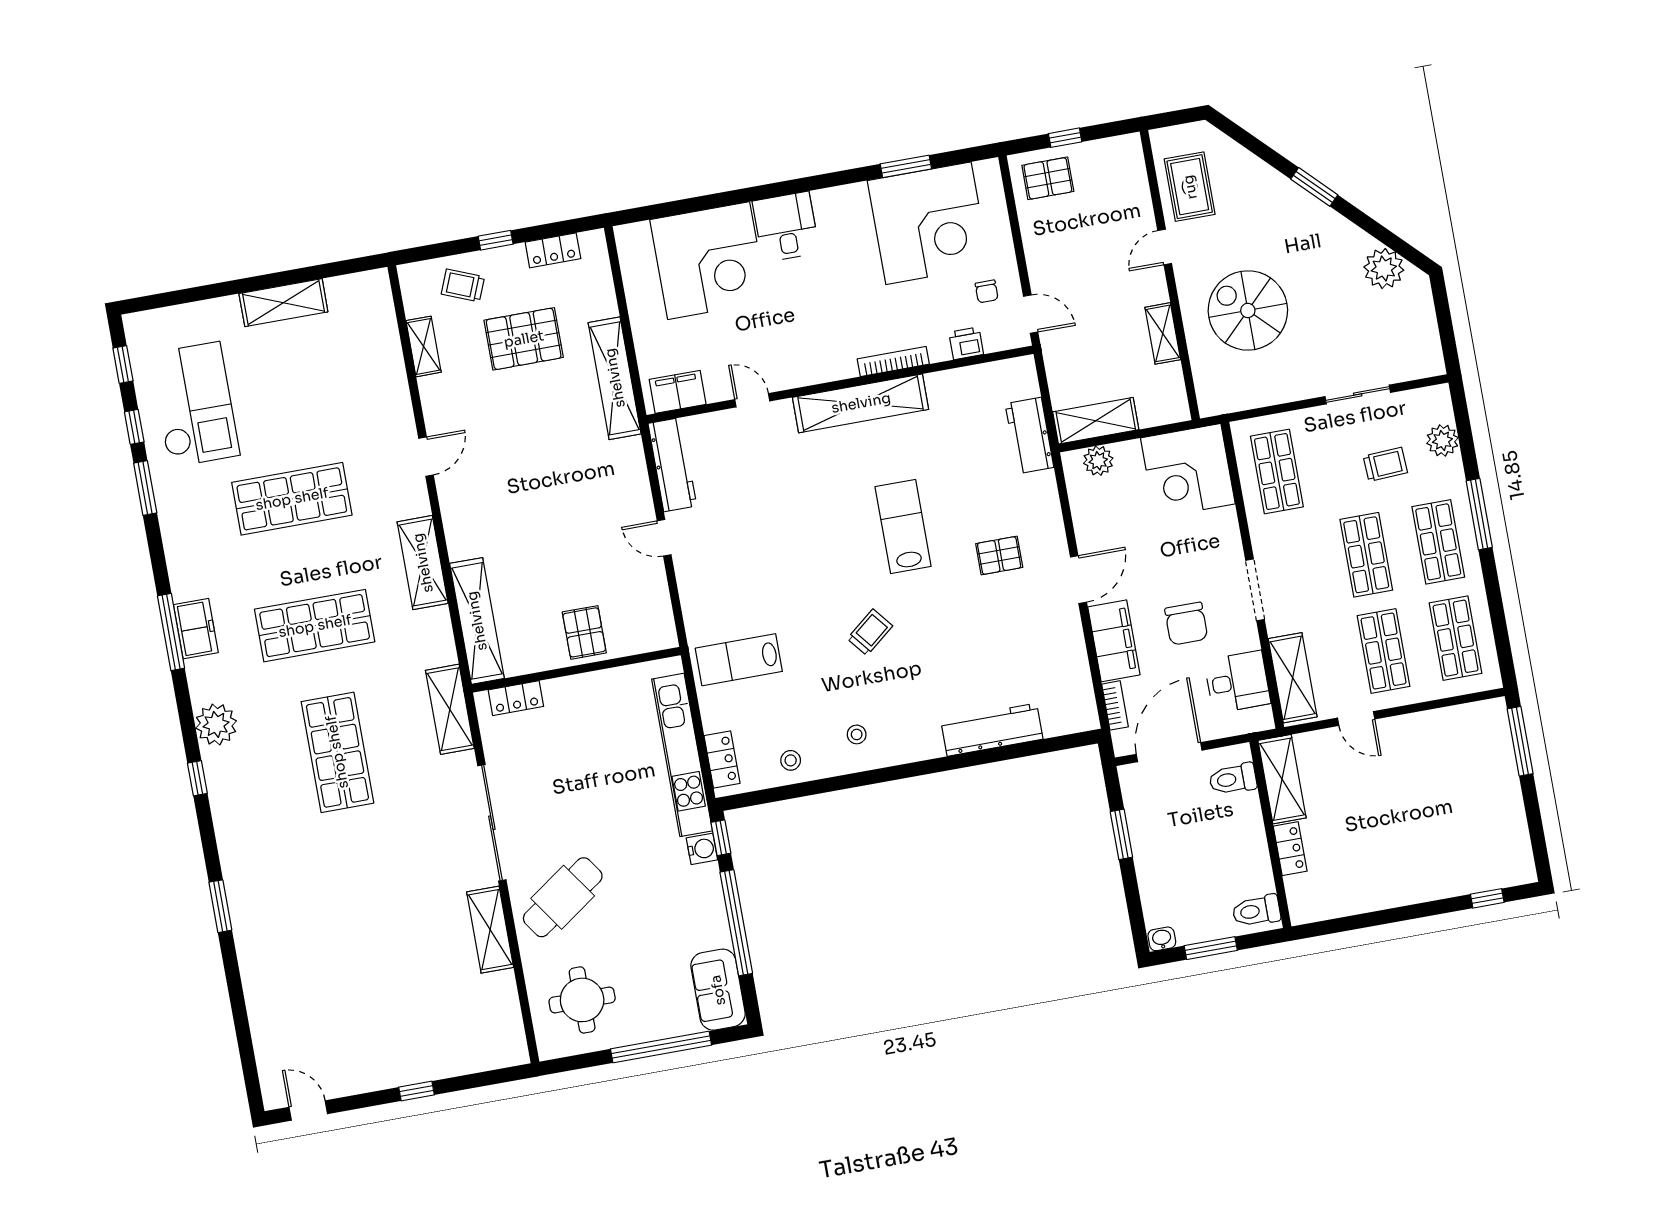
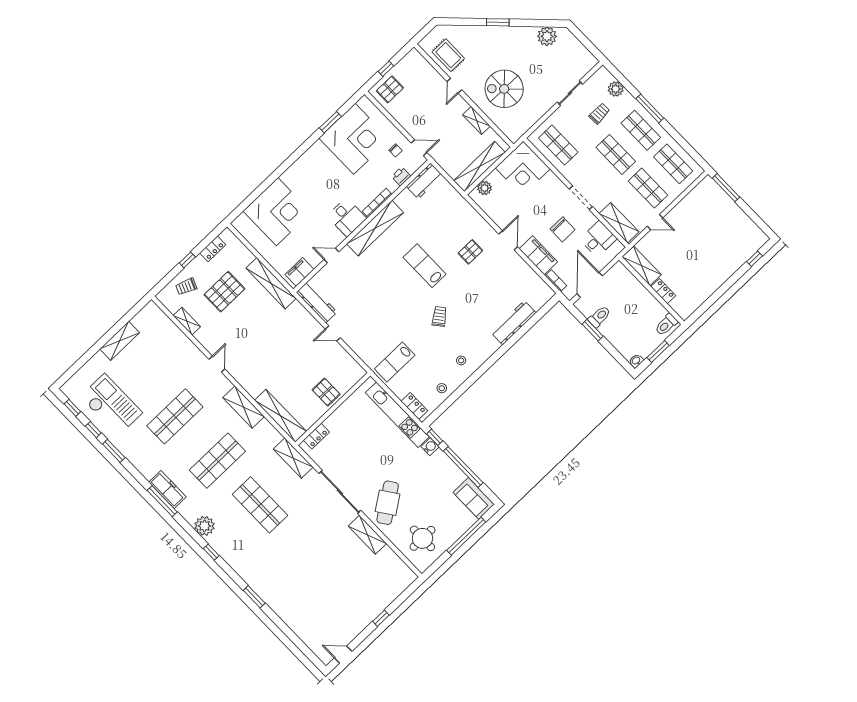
desk: (786, 227) -> (347, 217), moved, turned 180
shelving: (1096, 421) -> (479, 167), width x1.47
workbench: (1029, 435) -> (424, 181), moved, turned -90
freezer: (196, 629) -> (167, 489), width x1.40
toilet: (1233, 779) -> (599, 317), moved, turned 180

